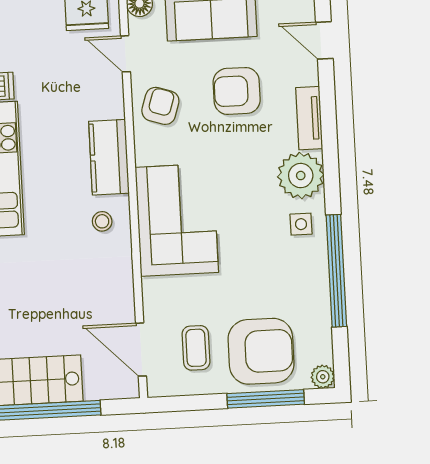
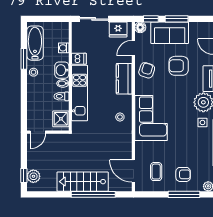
door: (126, 54) -> (133, 48), hinge flipped
kitchen counter: (109, 157) -> (124, 79), moved
armchair: (261, 351) -> (183, 174), width x0.53, depth x0.53

